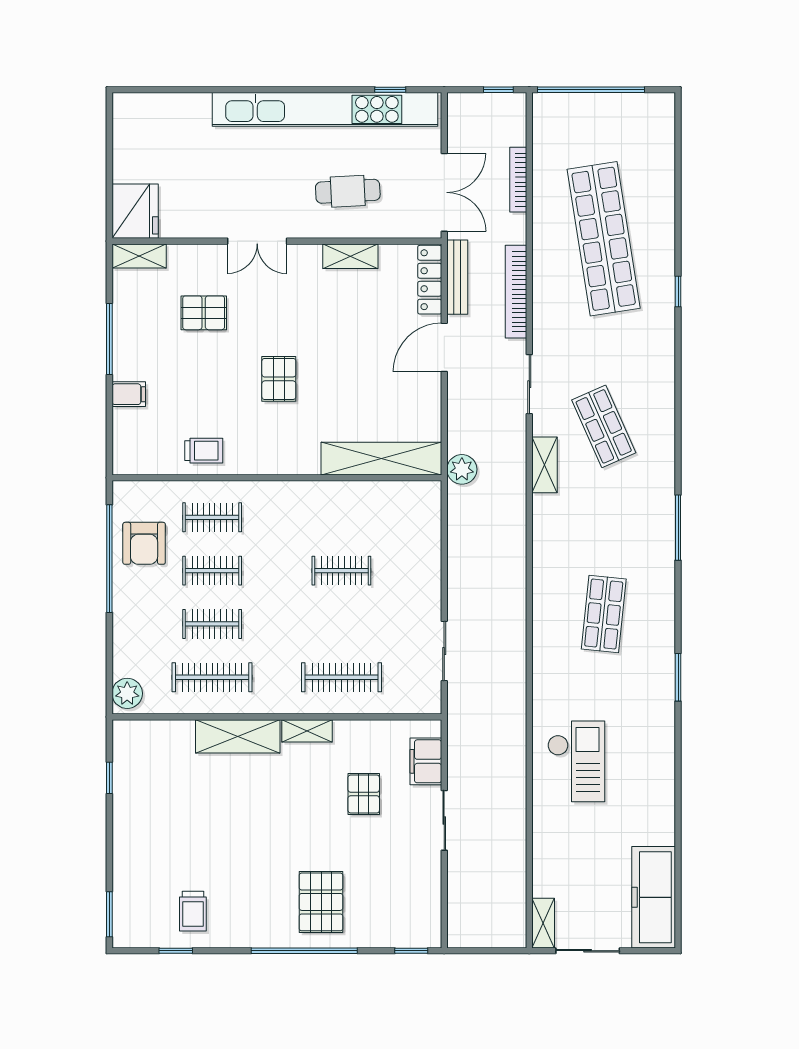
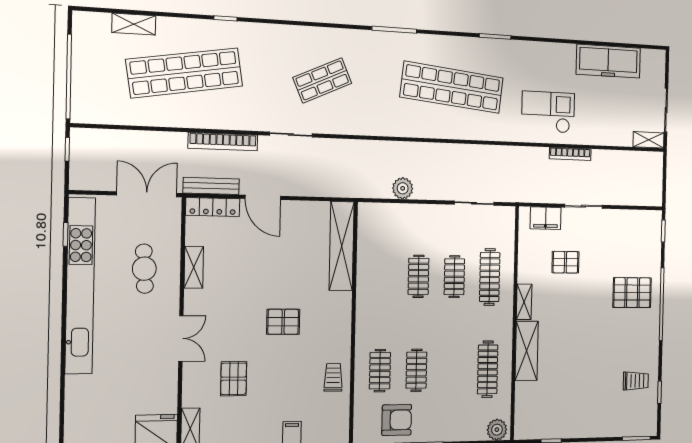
bookcase: (518, 180) -> (570, 154), moved
shelving: (545, 465) -> (134, 24), moved
plant: (462, 469) -> (403, 188), moved
shop shelf: (604, 614) -> (452, 87), width x2.00, depth x1.36
clothes rail: (212, 624) -> (454, 277), moved
freezer: (654, 897) -> (608, 61), moved

